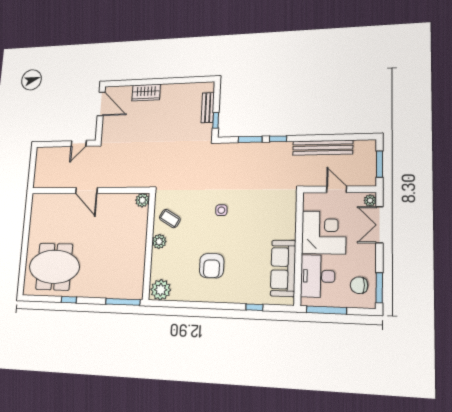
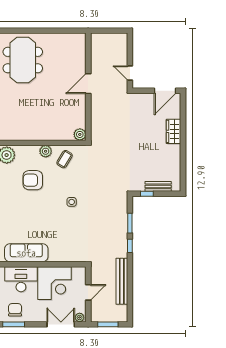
armchair: (212, 266) -> (33, 180), moved

